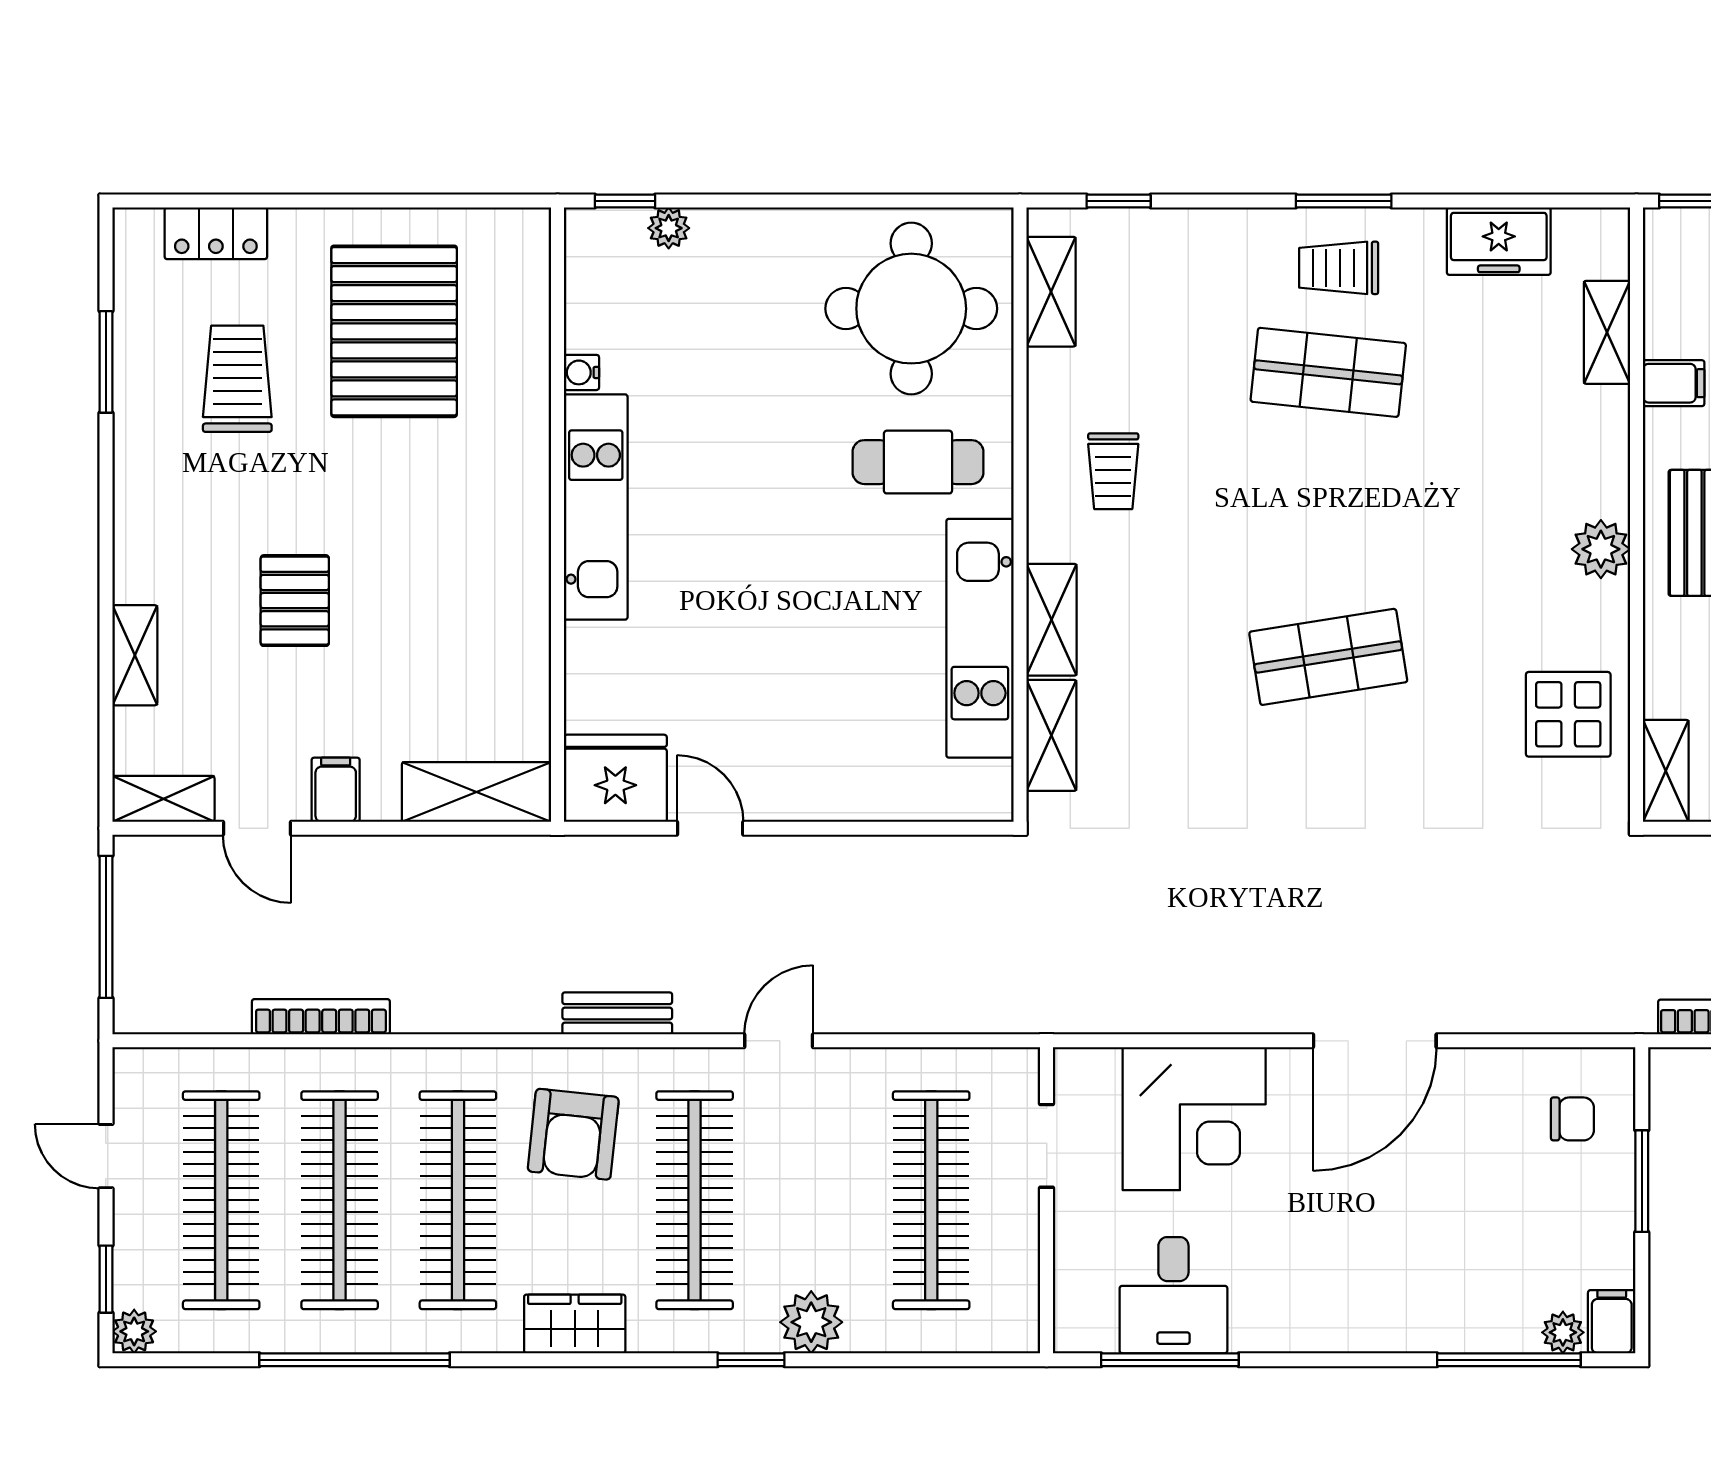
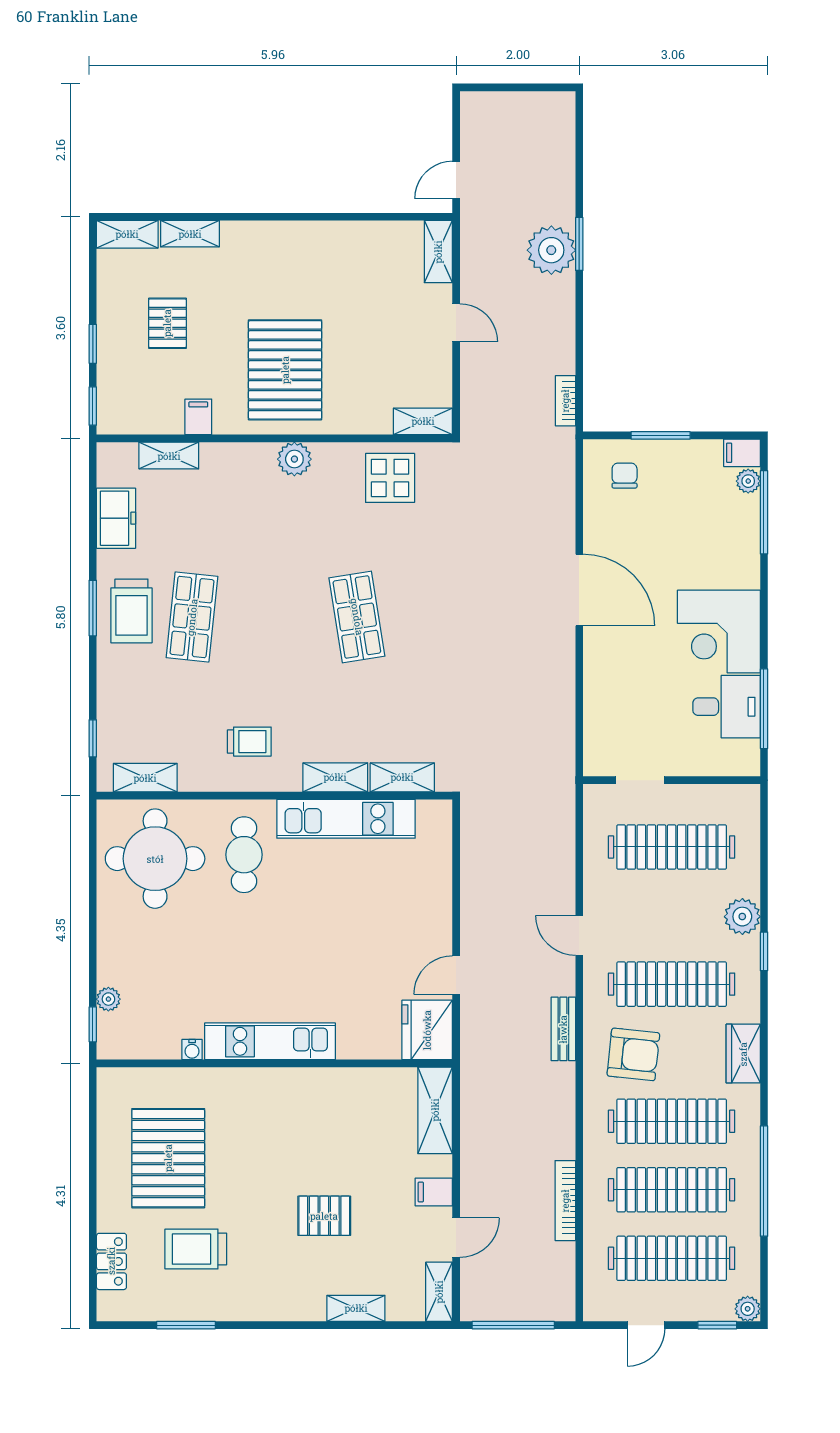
trolley: (1339, 268) -> (131, 611), width x1.36, depth x1.39
pallet: (394, 331) -> (168, 1158), turned 90
corner desk: (1194, 1119) -> (719, 632), moved, turned 180

